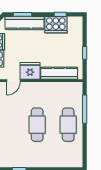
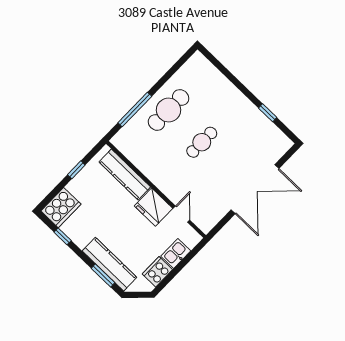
cooker: (56, 25) -> (61, 208), moved, turned 90
door: (13, 81) -> (181, 214), hinge flipped
cafe table: (37, 125) -> (202, 142), width x0.73, depth x0.74

